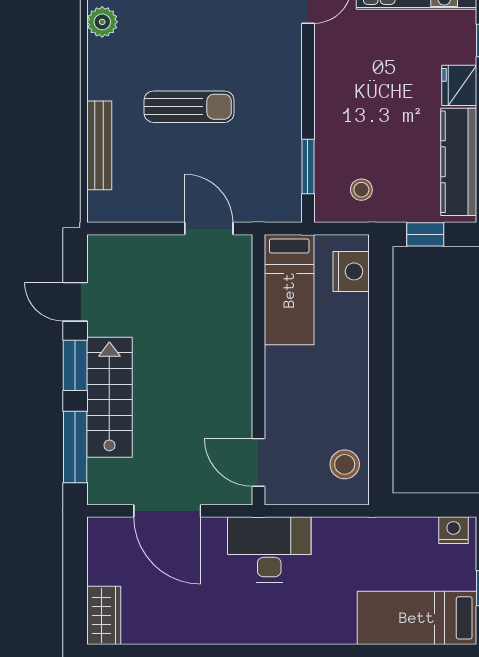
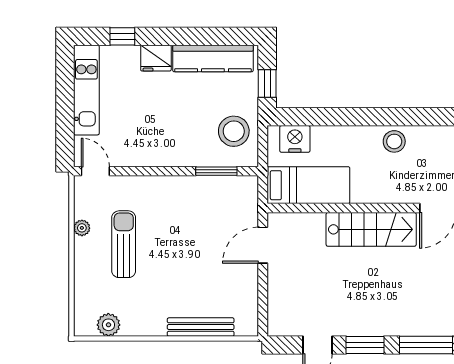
sun lounger: (189, 107) -> (124, 244), moved
stool: (361, 190) -> (234, 131), width x1.89, depth x1.89
stairs: (109, 397) -> (371, 229), moved, turned 180
stool: (345, 464) -> (394, 141), moved

